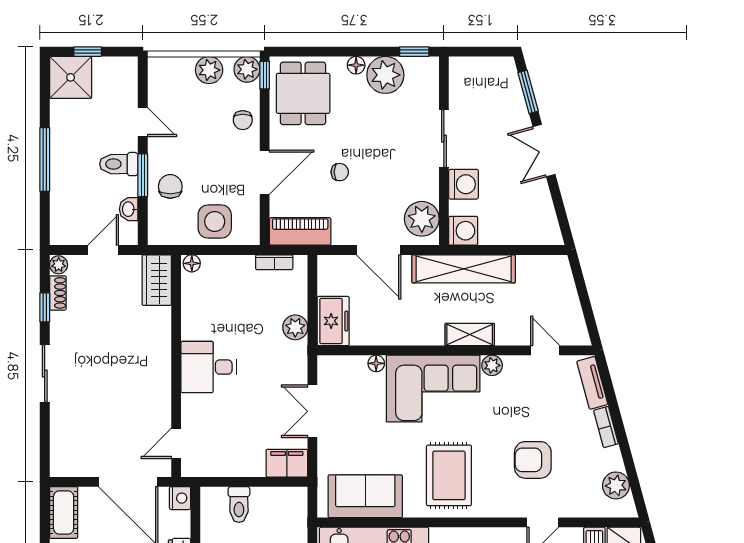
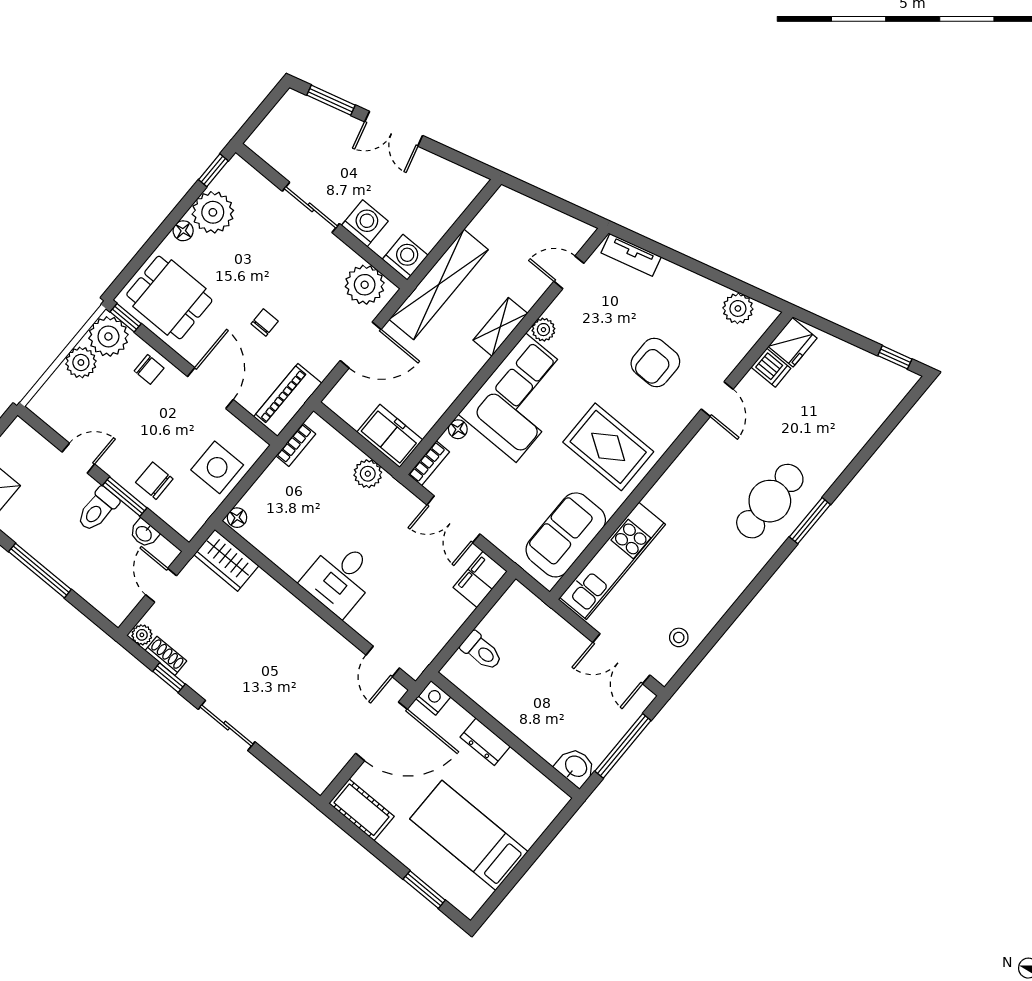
plant: (247, 69) -> (108, 336), width x1.36, depth x1.36
bookcase: (606, 427) -> (429, 463), moved, turned -75

